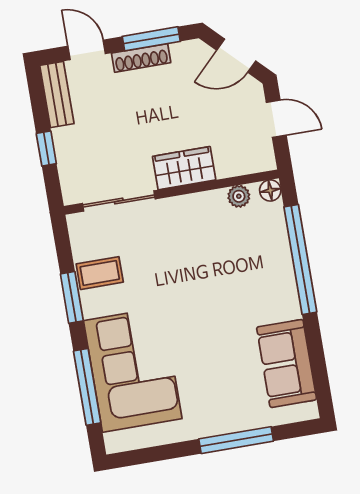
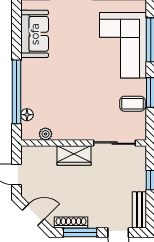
shoe rack: (141, 58) -> (71, 223), moved
floor lamp: (270, 190) -> (27, 115), moved

